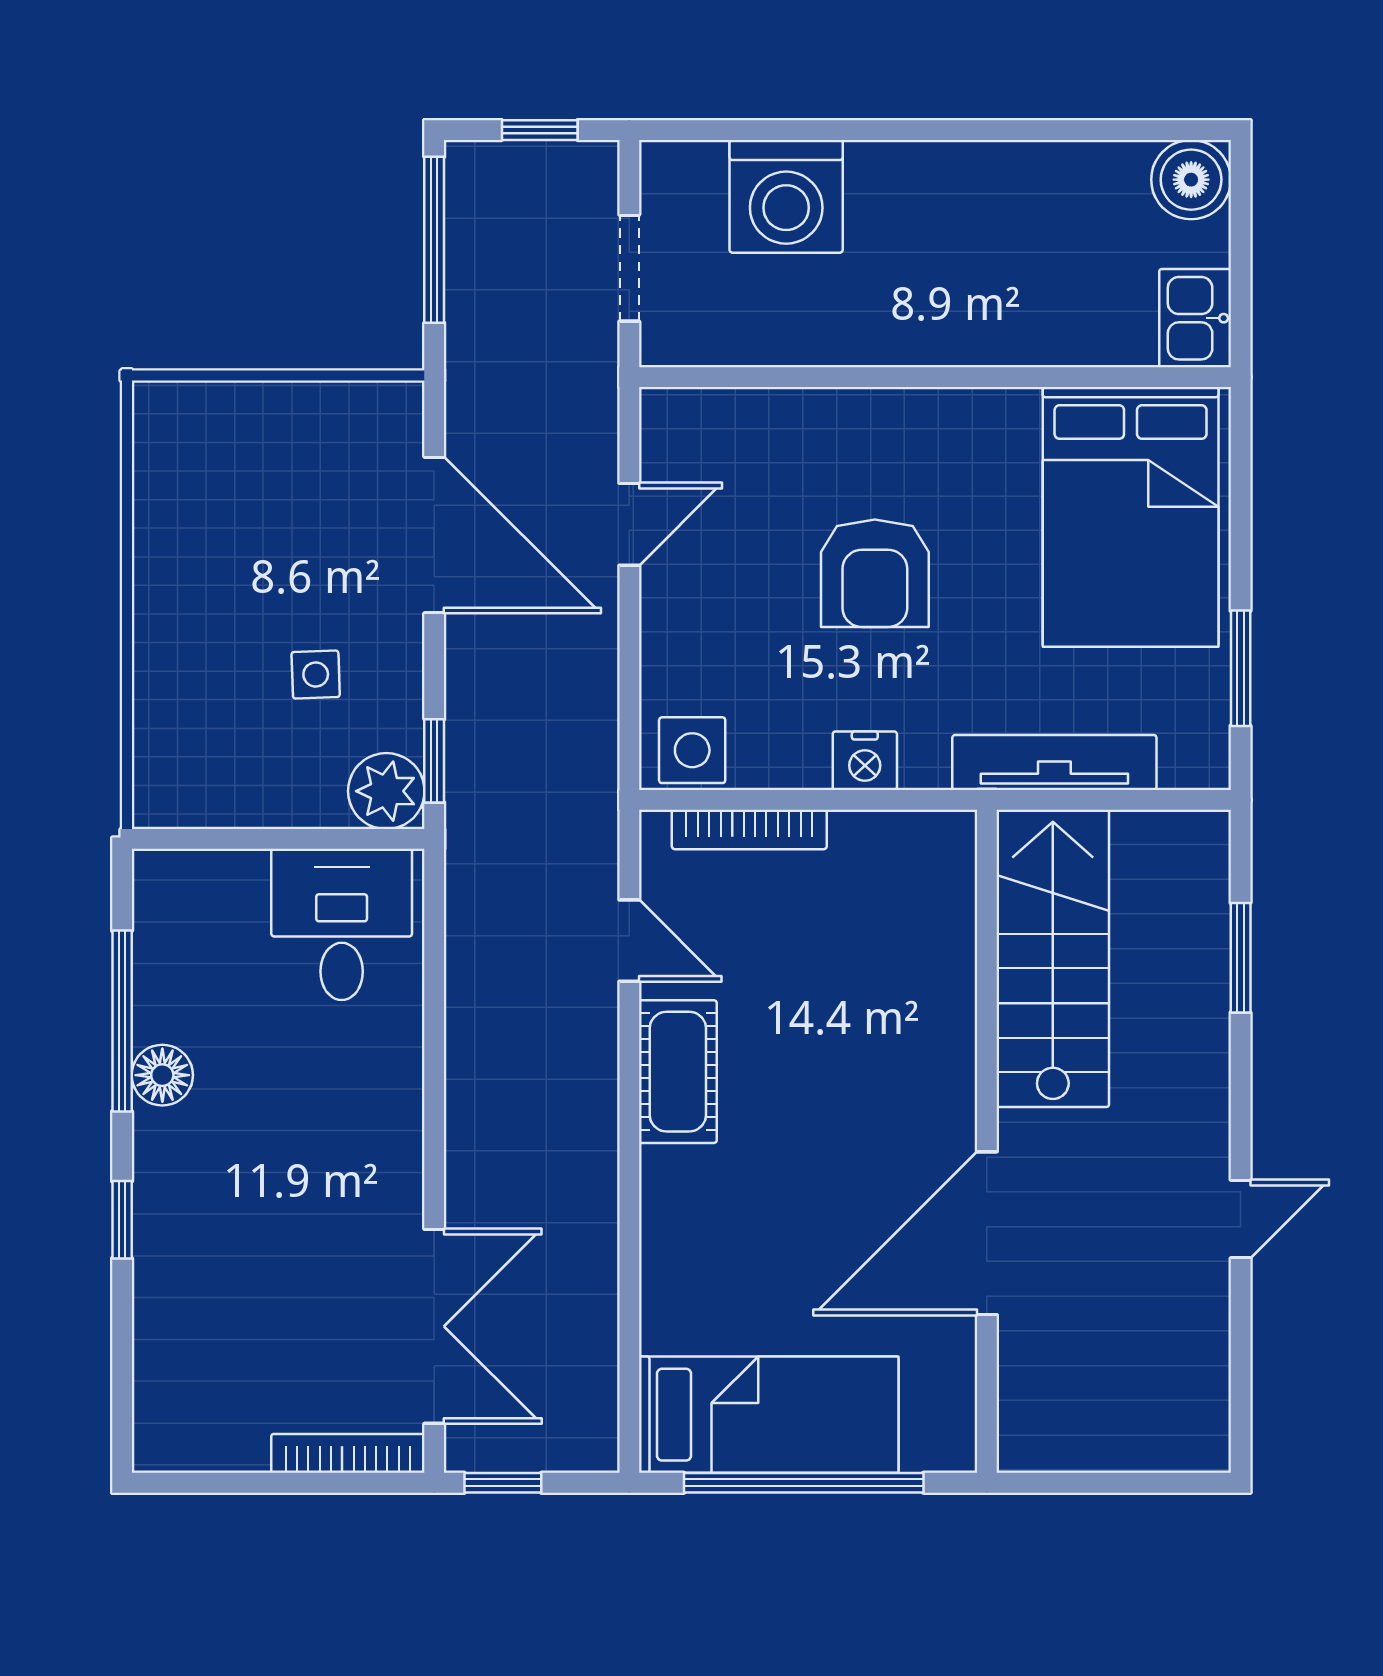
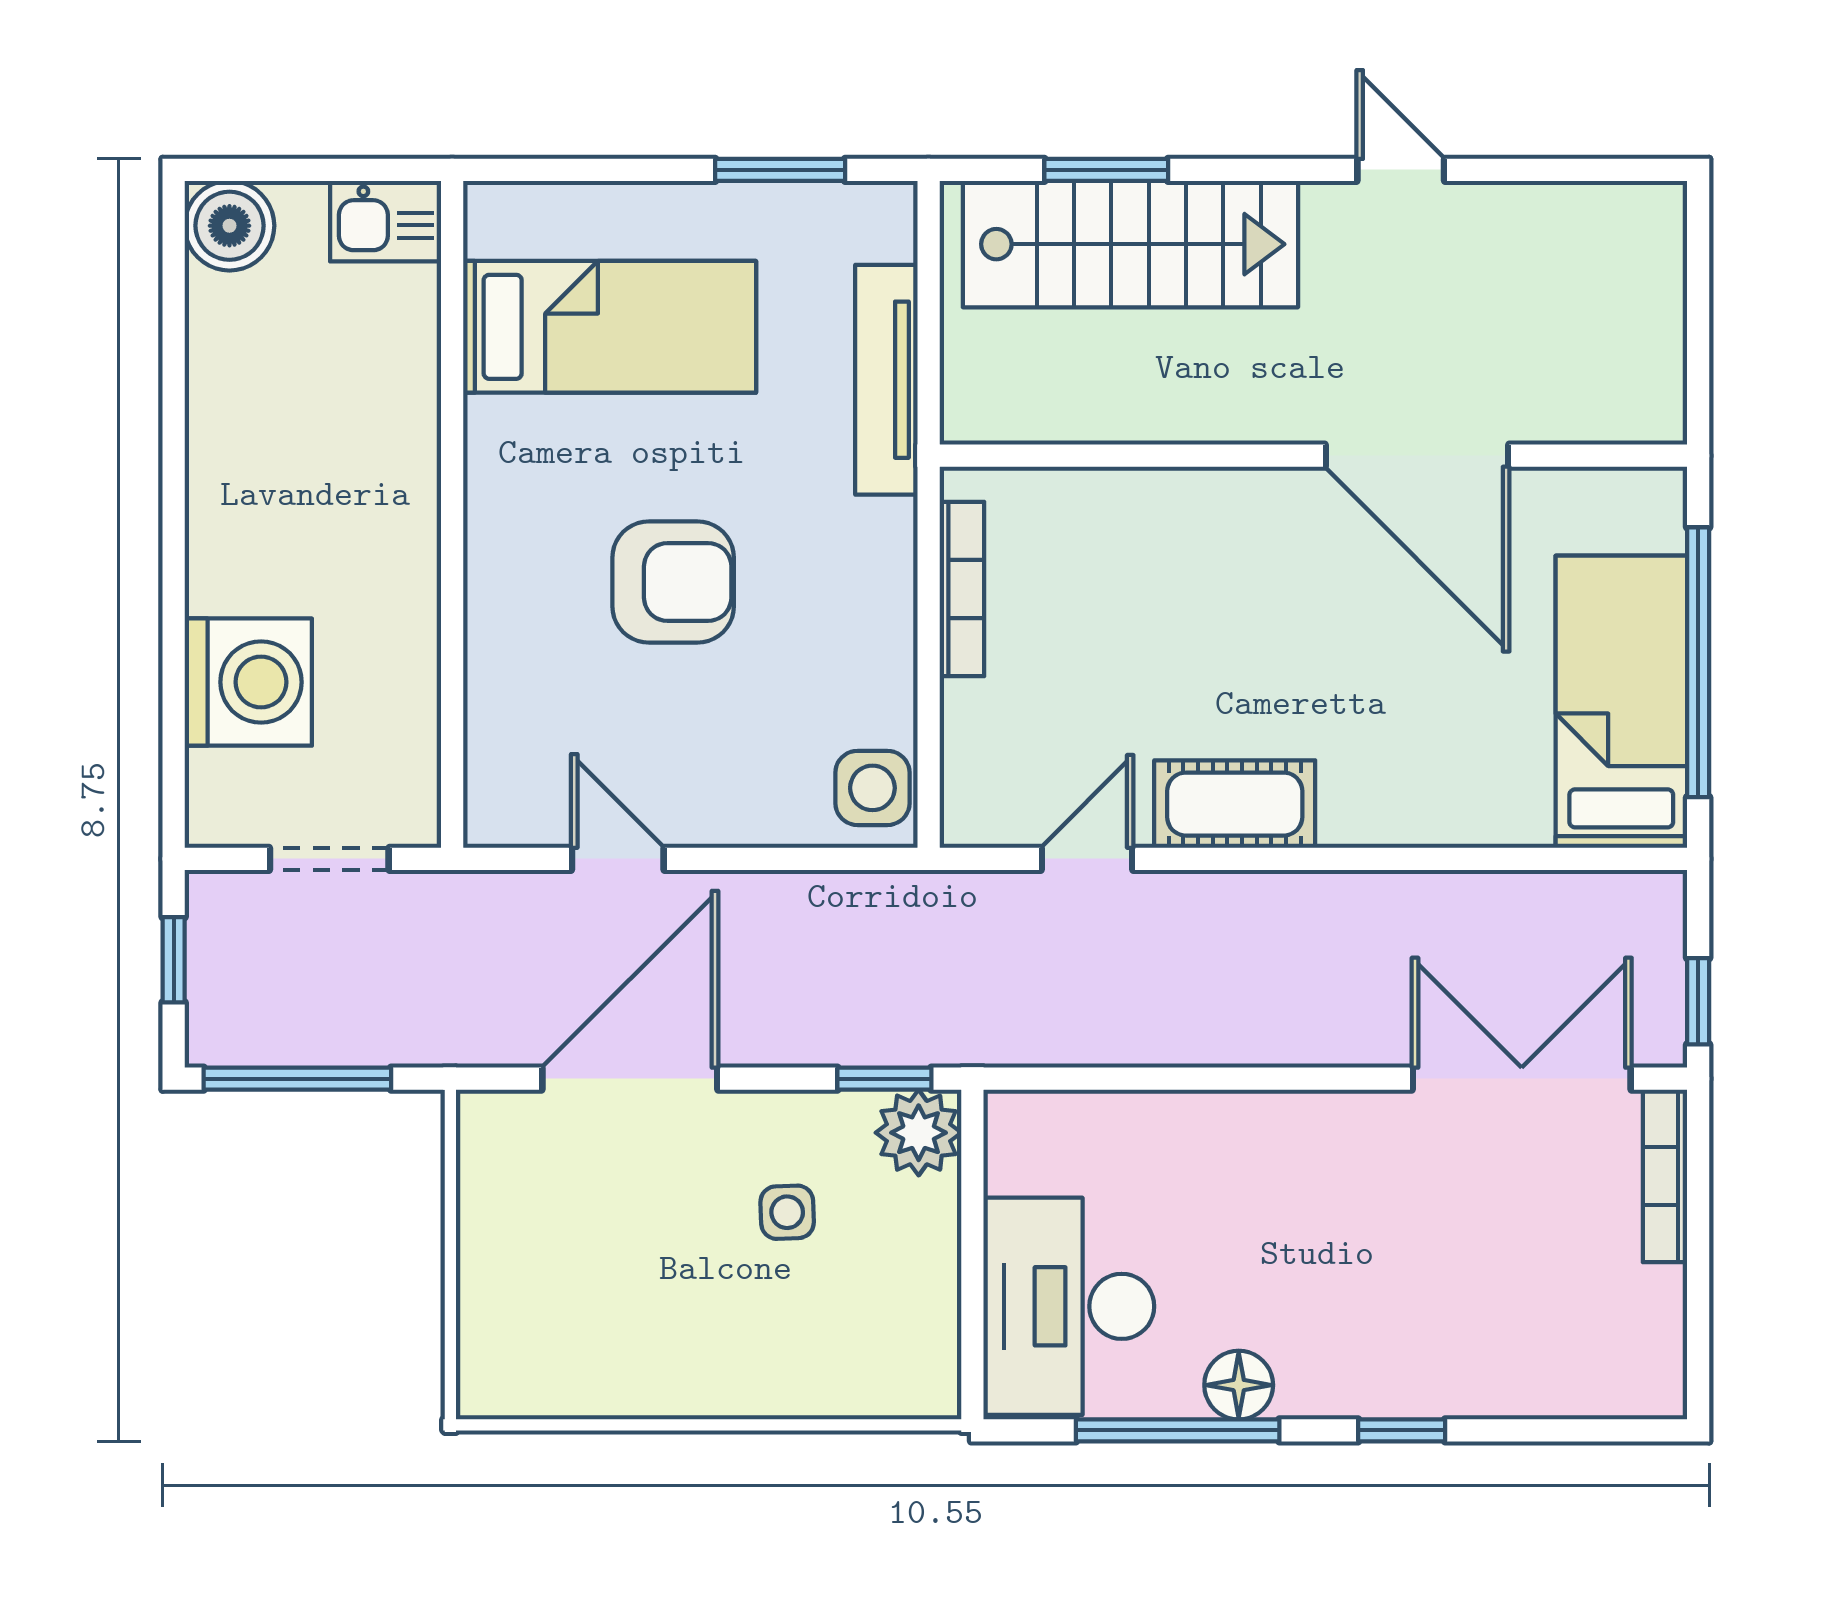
bed: (1131, 517) -> (610, 327), width x0.67
nightstand: (865, 761) -> (884, 593), removed
bookcase: (749, 829) -> (962, 589), moved
desk: (342, 924) -> (1069, 1306), moved, width x1.37
stairs: (1053, 958) -> (1130, 244), moved, turned 180

